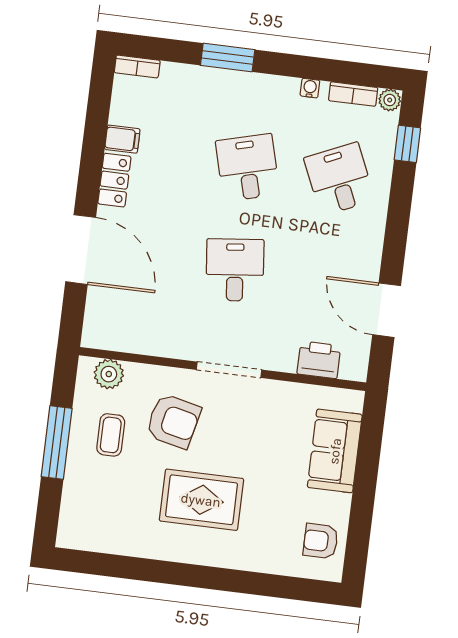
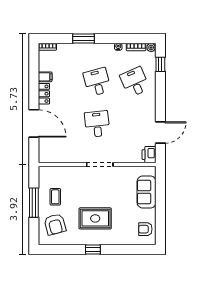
door: (387, 310) -> (160, 133), swing flipped
printer: (319, 360) -> (149, 155), moved, turned -90
plant: (109, 374) -> (51, 172), removed
armchair: (173, 421) -> (55, 224), moved, turned 62
window: (186, 575) -> (93, 250), added

